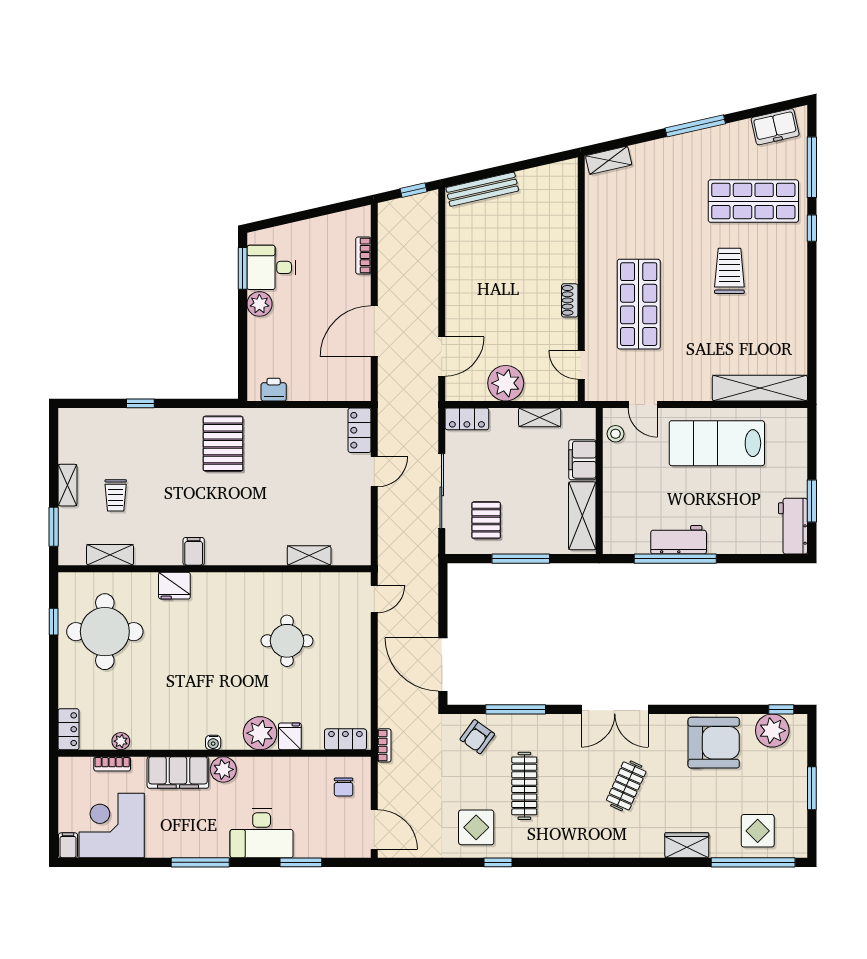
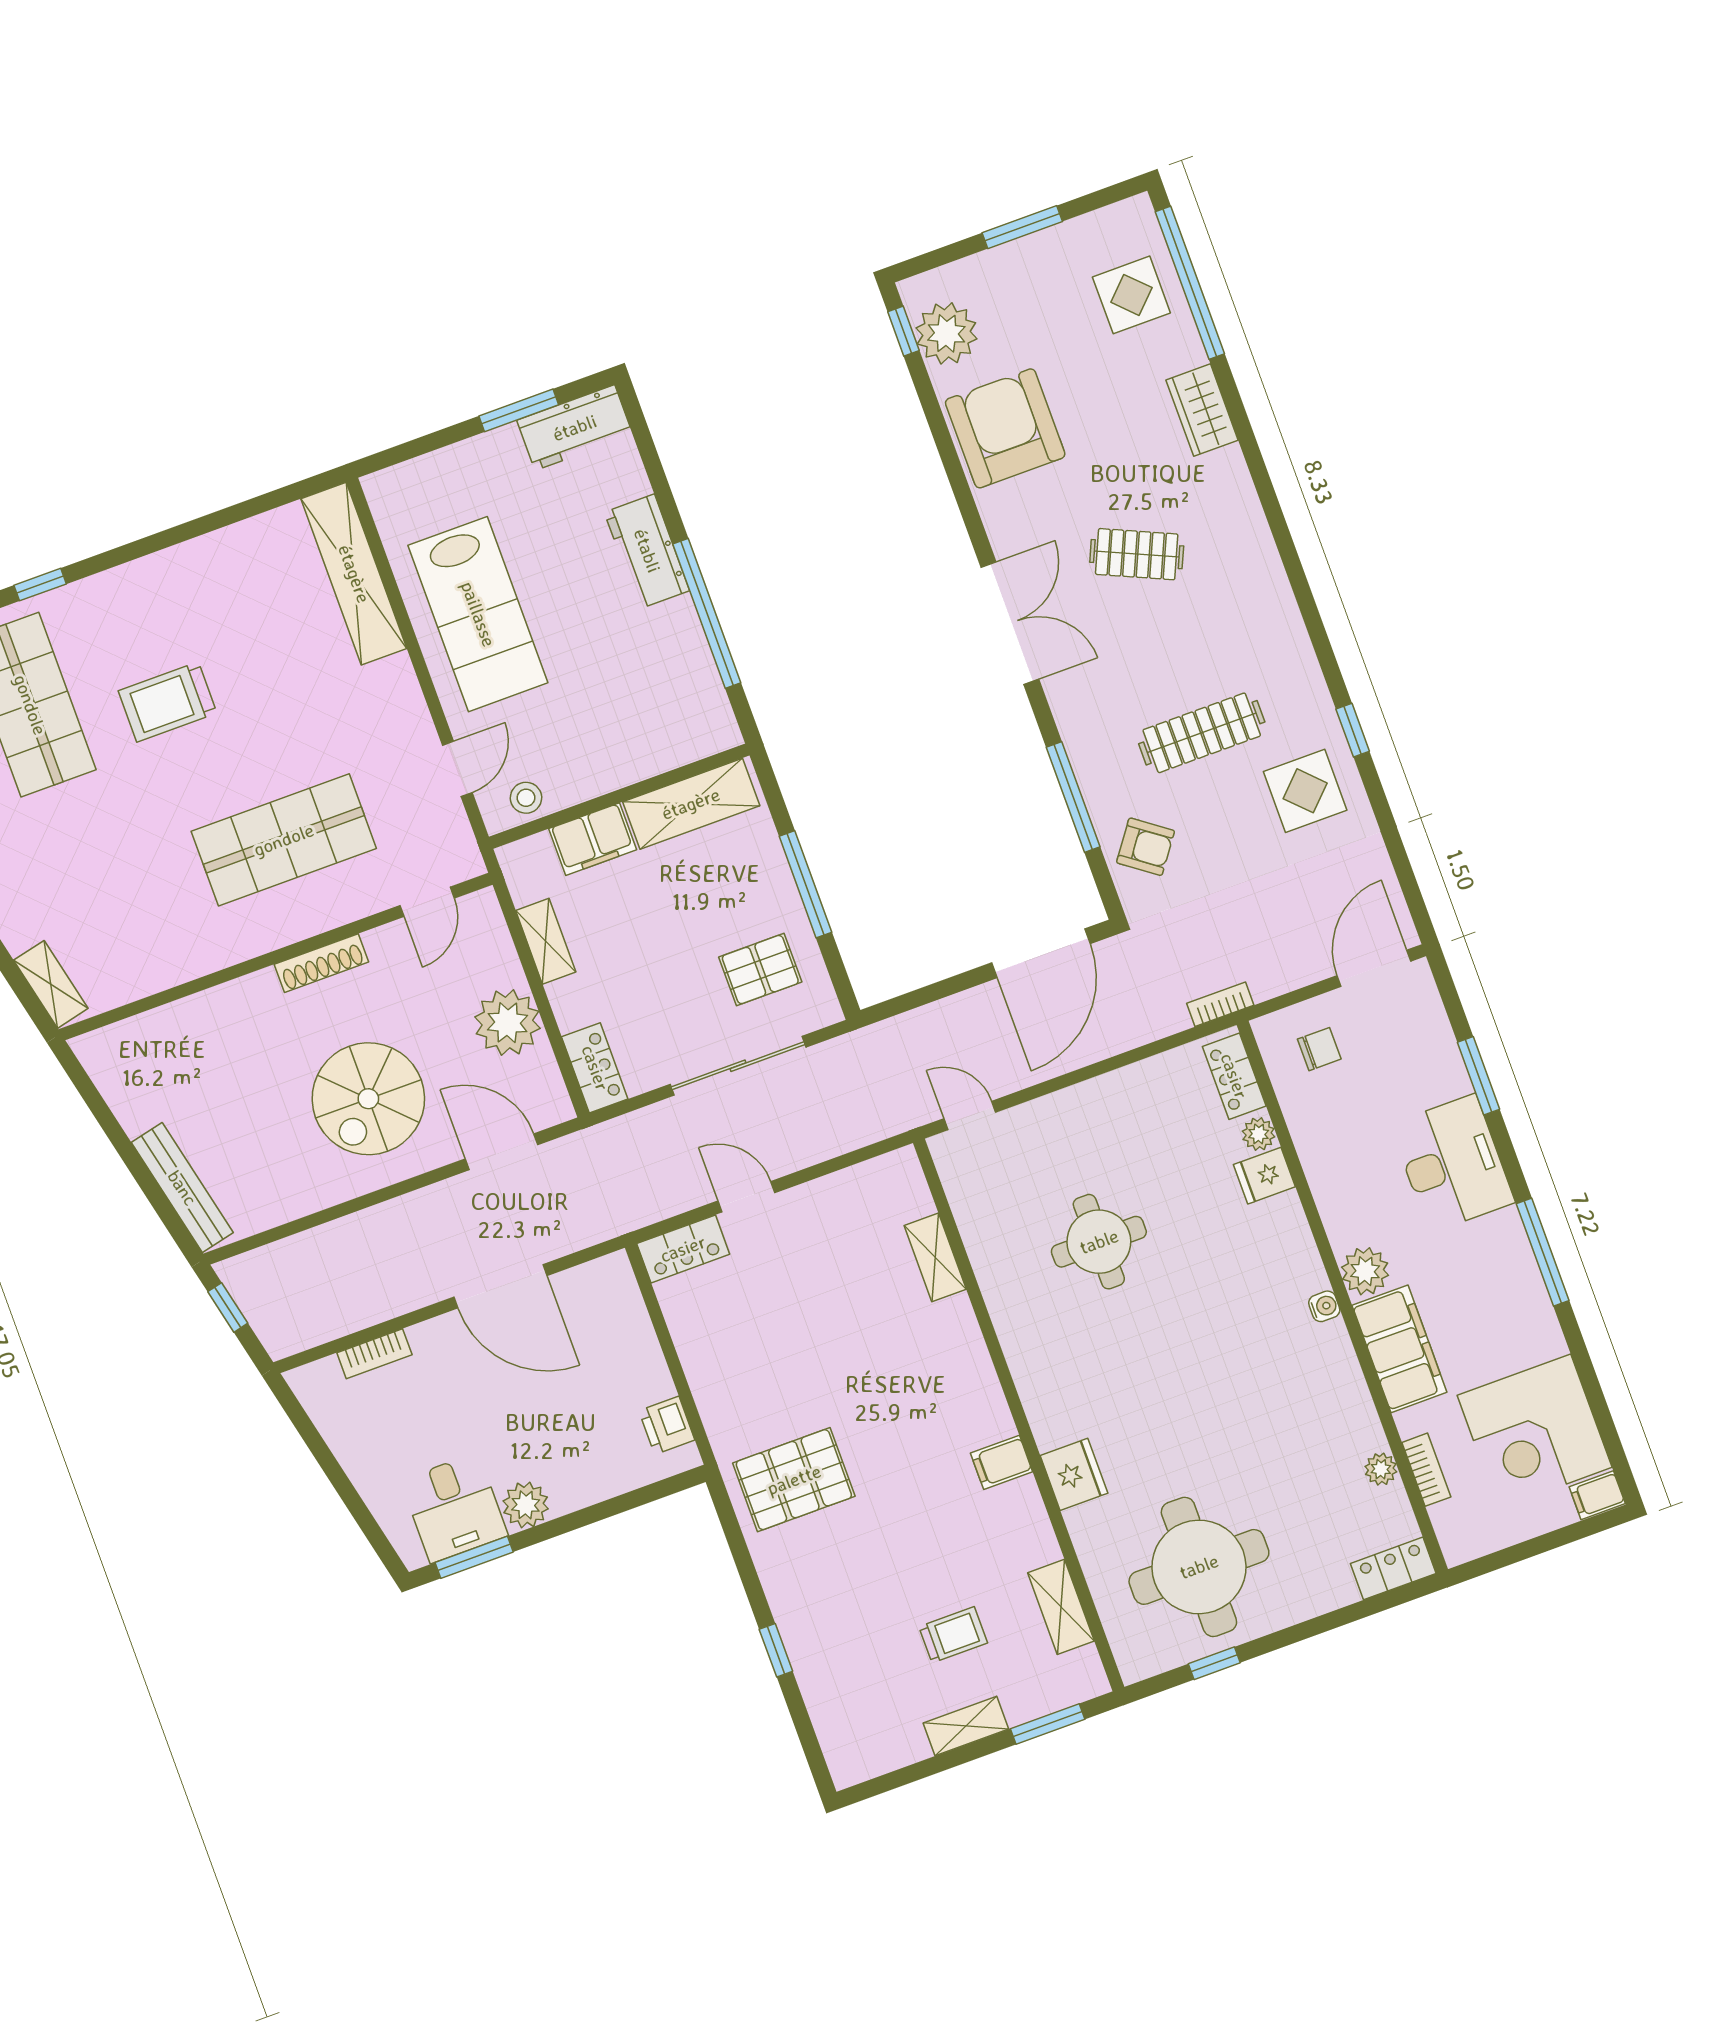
spiral stairs: (493, 299) -> (368, 1099), added
shoe rack: (570, 300) -> (321, 963), width x1.43
workbench: (679, 540) -> (647, 551), moved
plant: (260, 733) -> (1259, 1134), moved, width x0.53, depth x0.53

